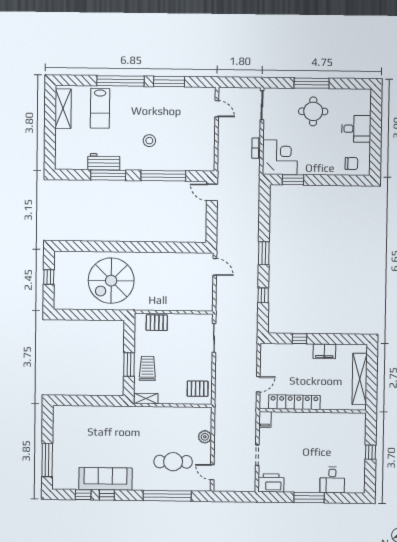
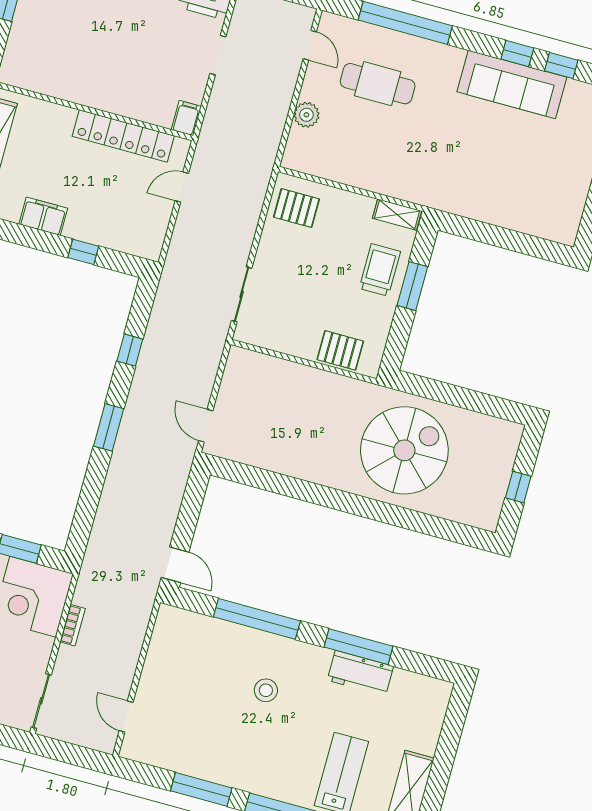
trolley: (147, 368) -> (380, 270), turned 180

